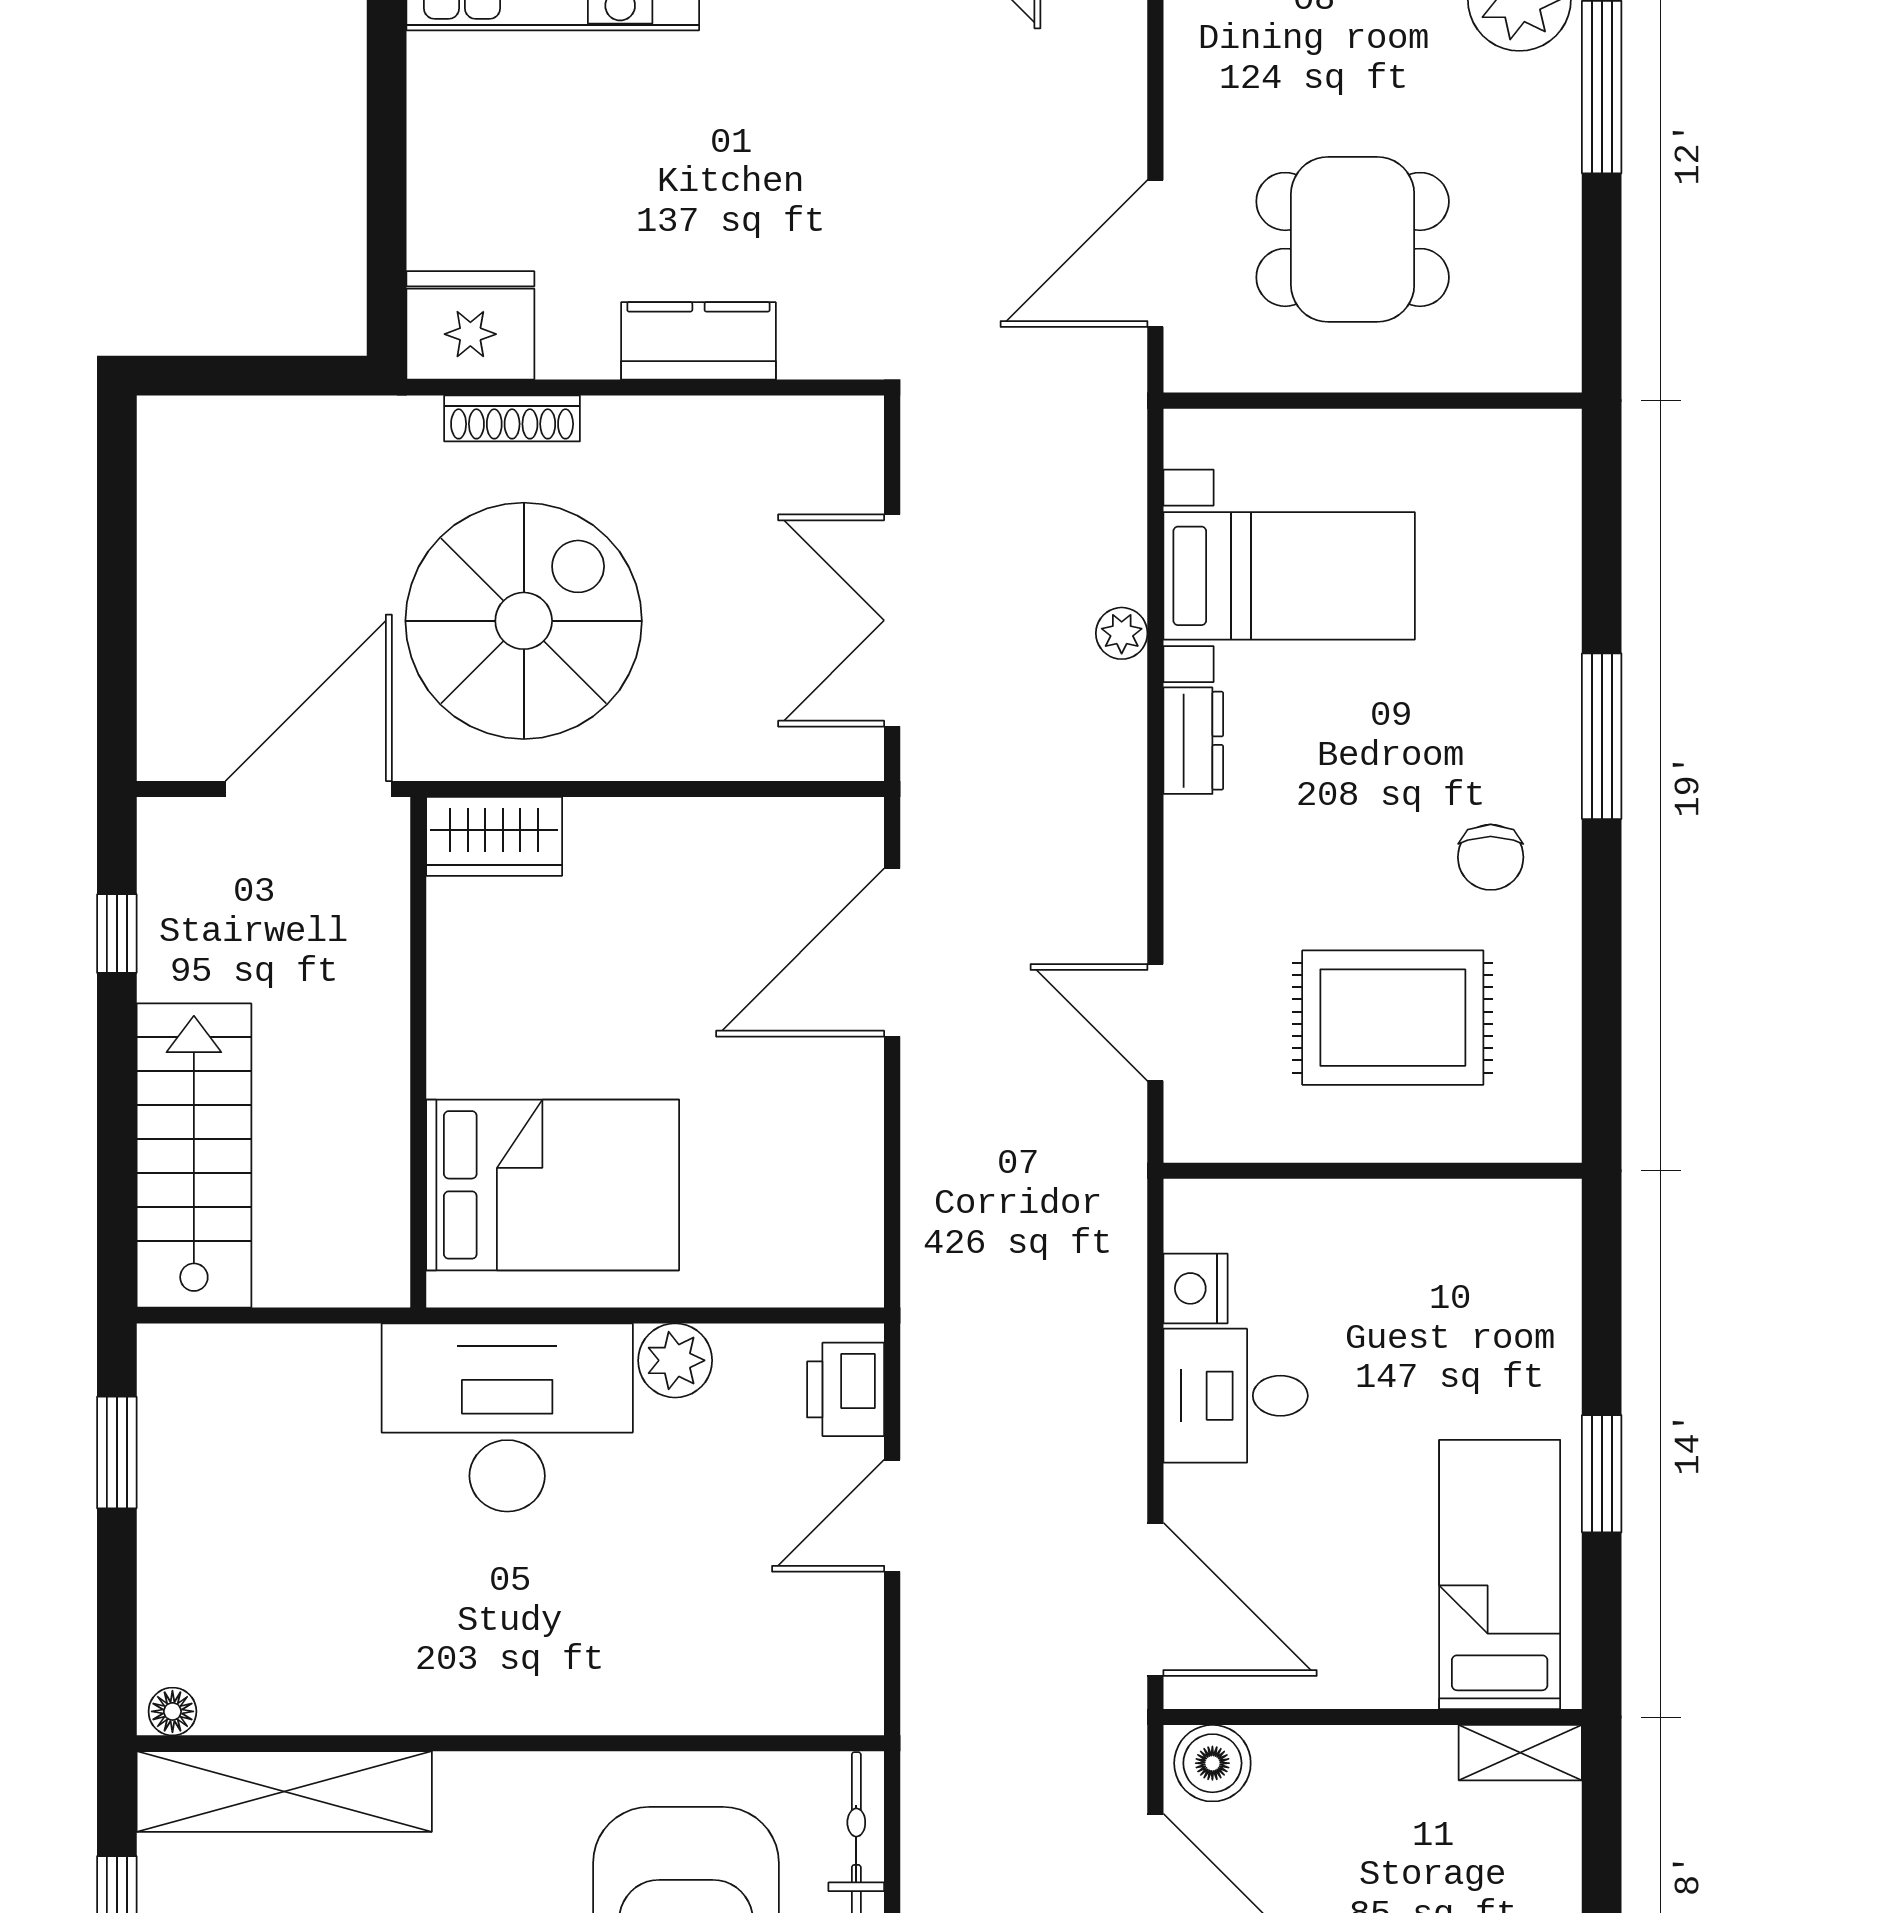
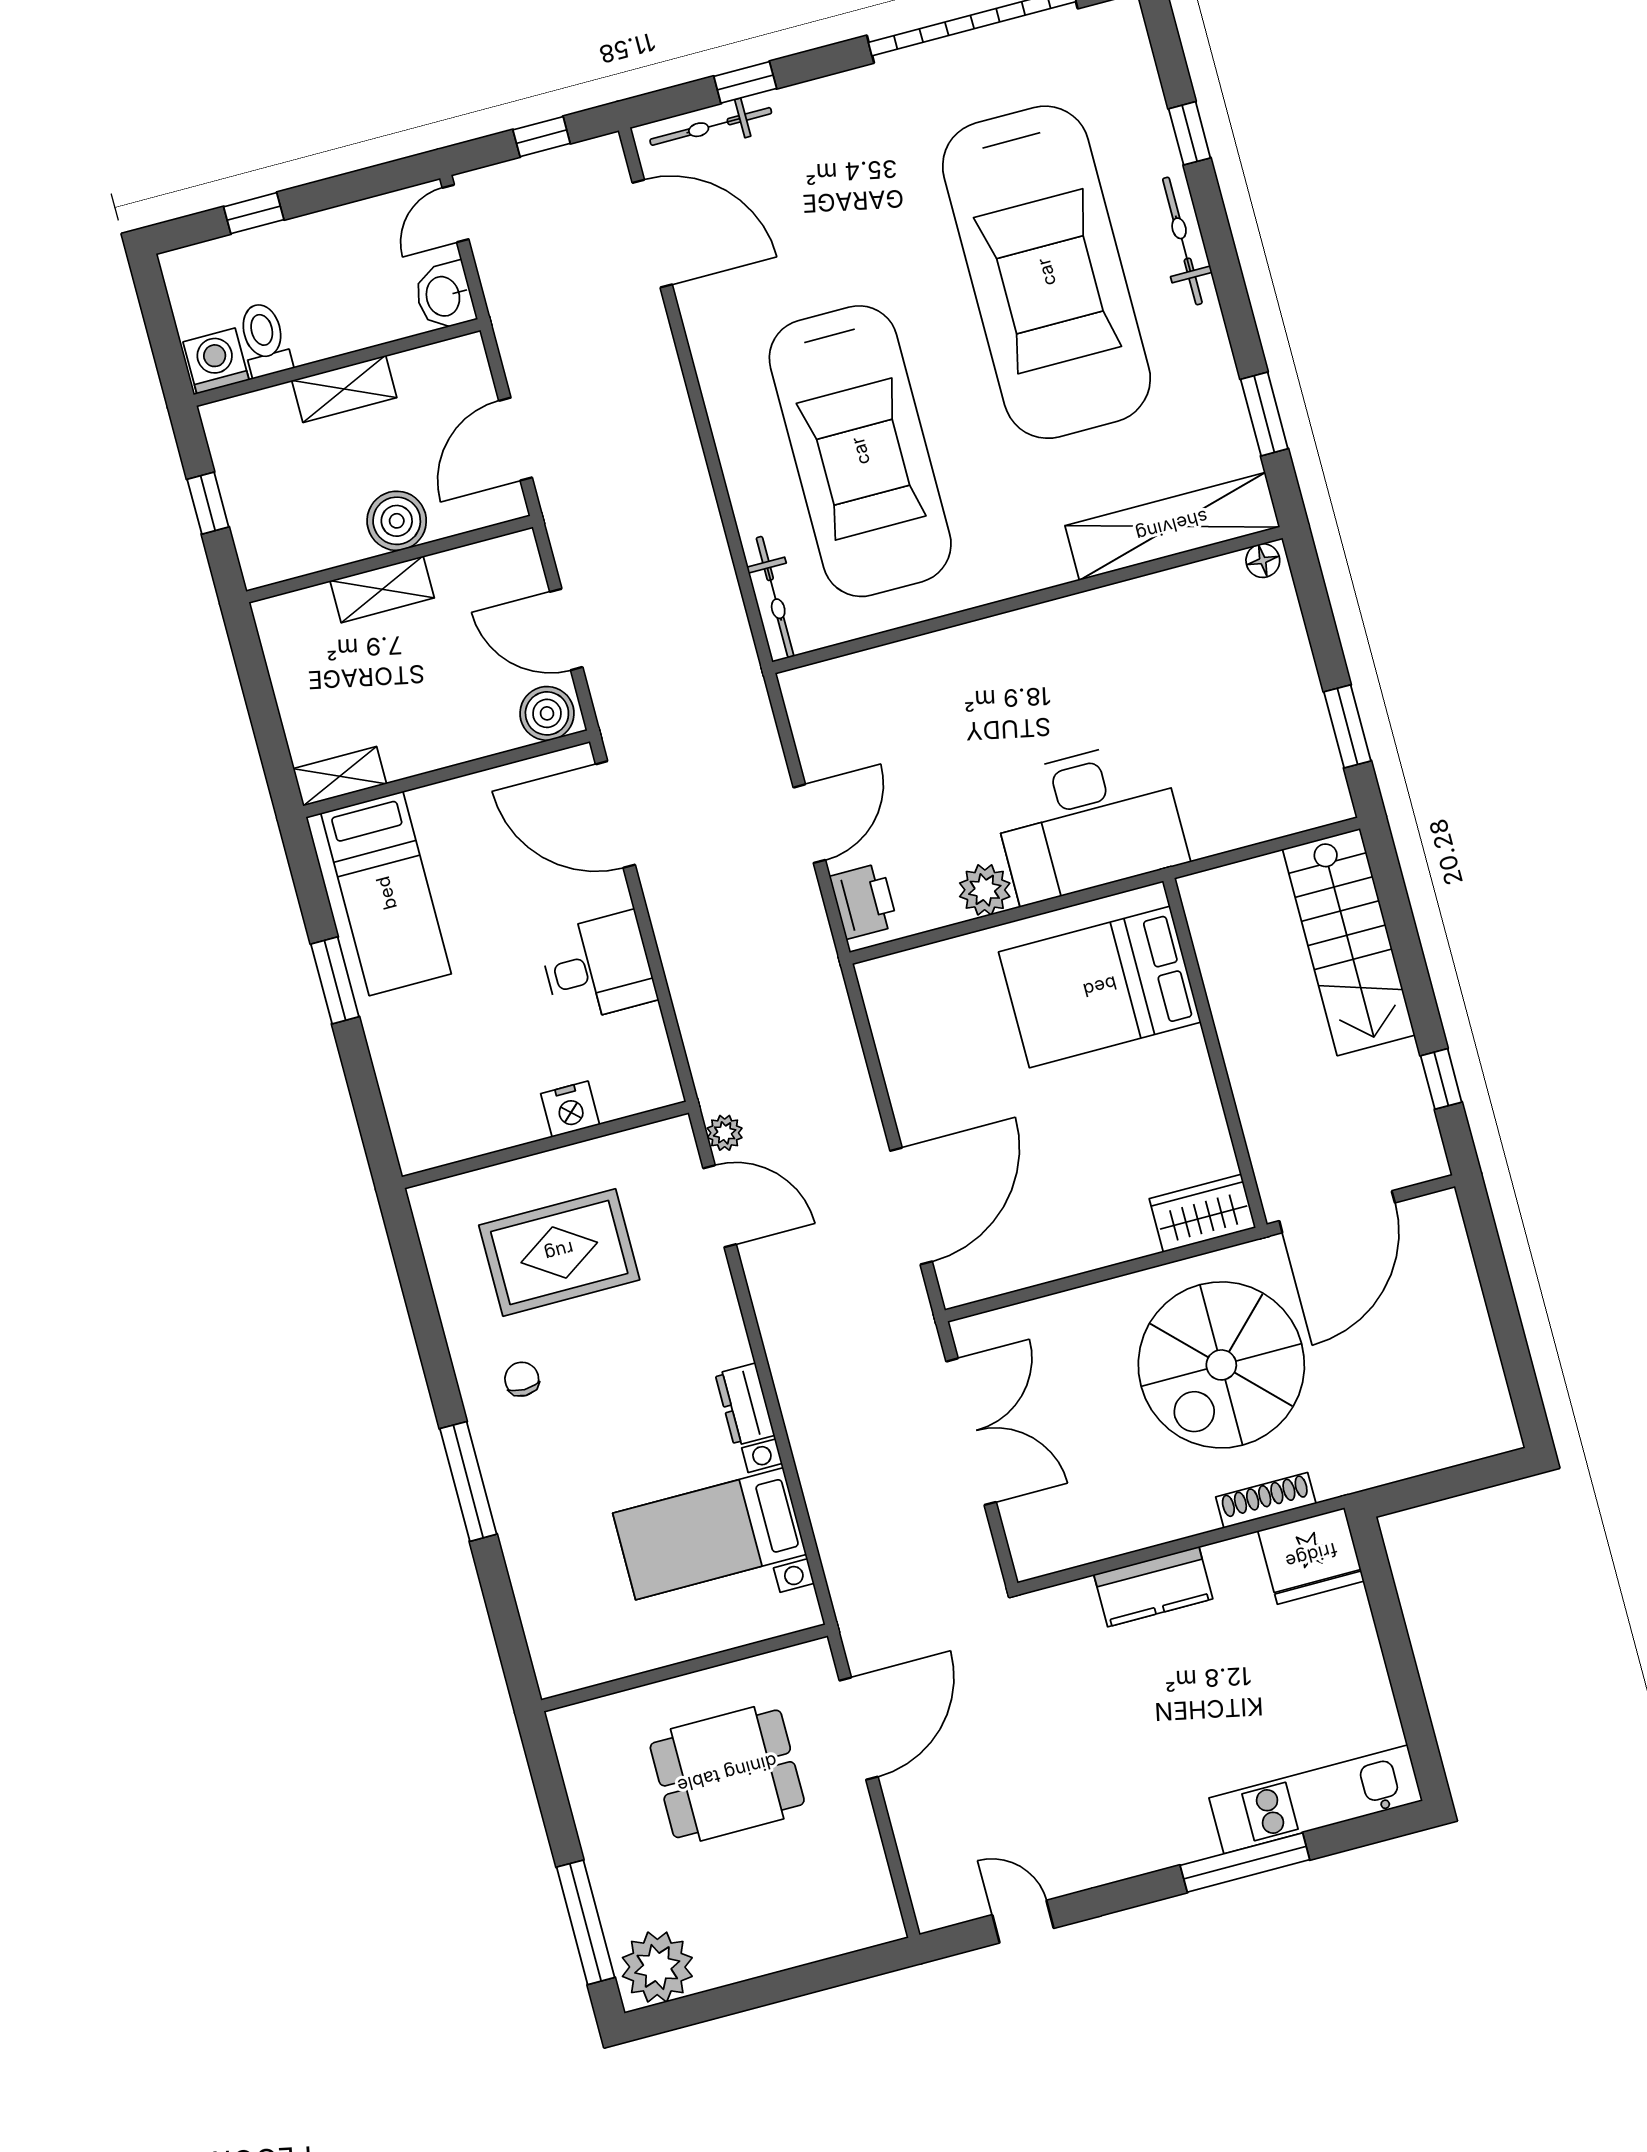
plant: (1122, 633) -> (725, 1133), moved
chair: (1491, 857) -> (522, 1379), width x0.73, depth x0.73
nightstand: (1195, 1288) -> (570, 1109), moved, turned 90

